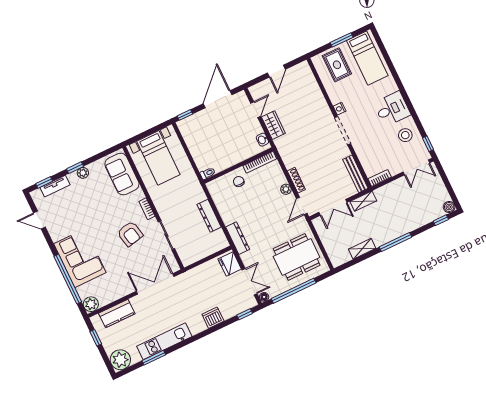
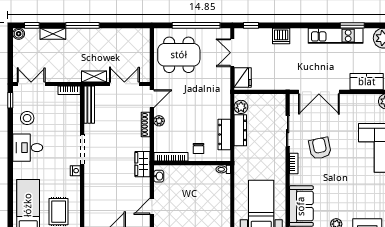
wardrobe: (273, 125) -> (143, 164), moved
plant: (219, 237) -> (241, 107), added
dresser: (238, 238) -> (224, 134), moved
shelving: (362, 249) -> (53, 34), moved
floor lamp: (264, 297) -> (226, 33), removed

